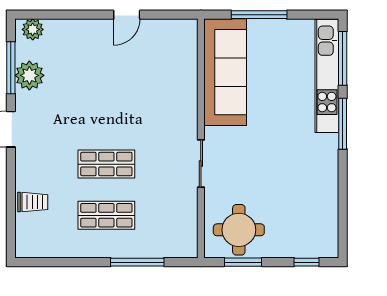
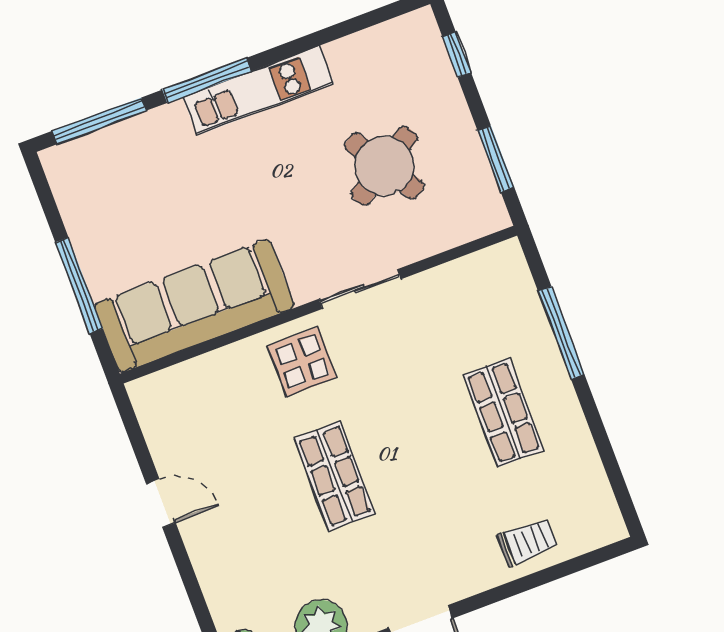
kitchen unit: (327, 76) -> (258, 91), moved, width x0.73
display table: (174, 118) -> (302, 362), added
shop shelf: (106, 164) -> (335, 476), moved
trolley: (33, 202) -> (527, 542), turned 90
round table: (239, 230) -> (384, 166), moved, turned -32

